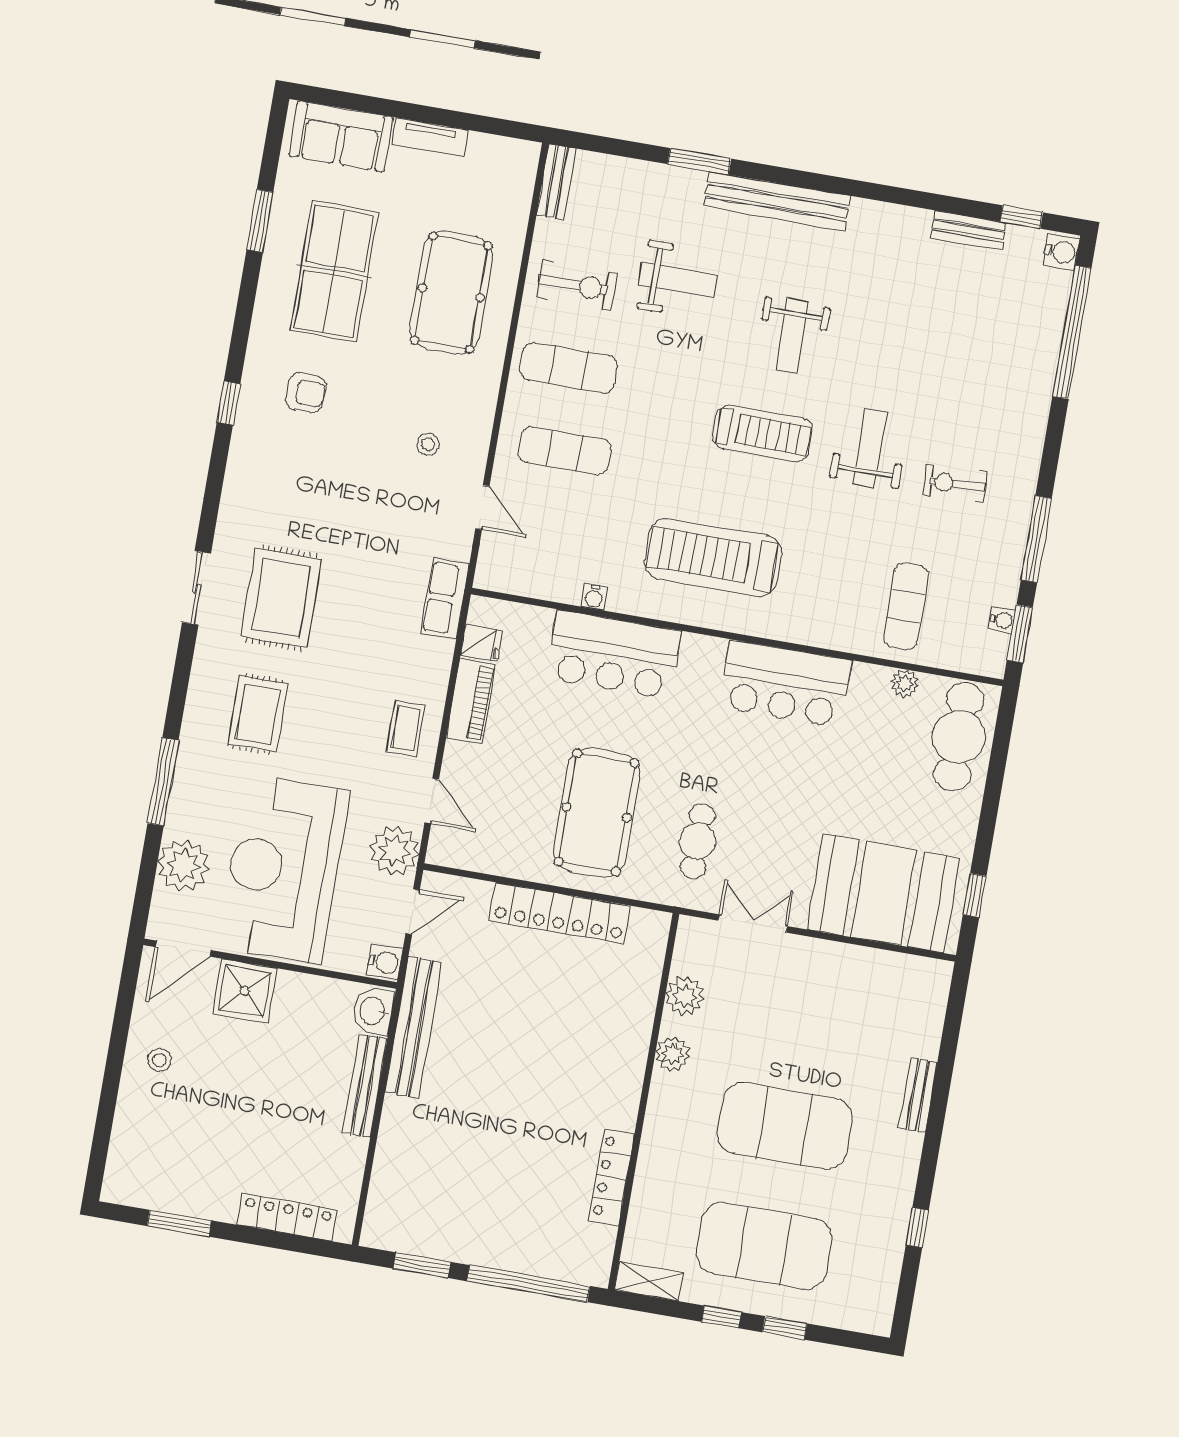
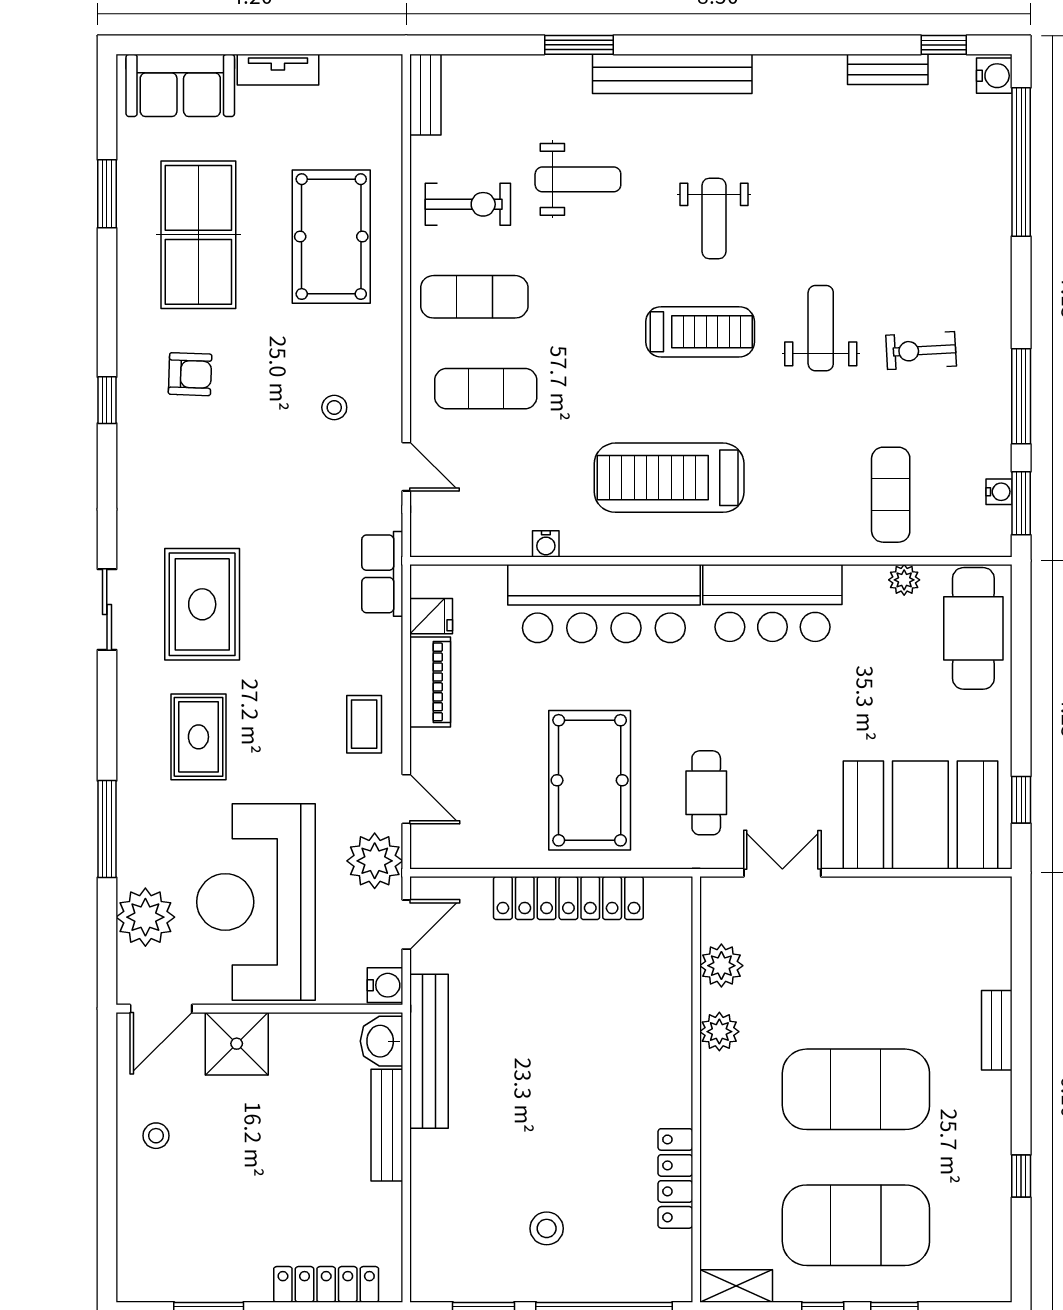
bar counter: (614, 655) -> (604, 604), width x1.36
stool: (490, 1202) -> (547, 1228), added

